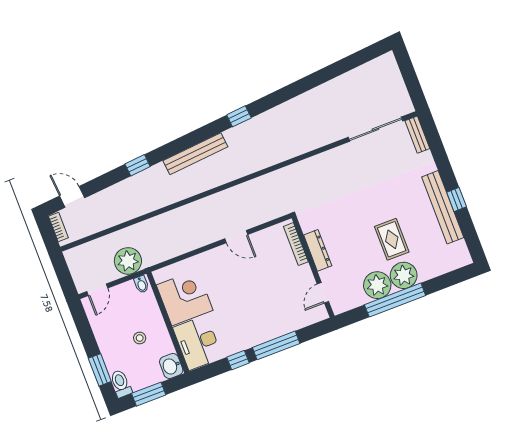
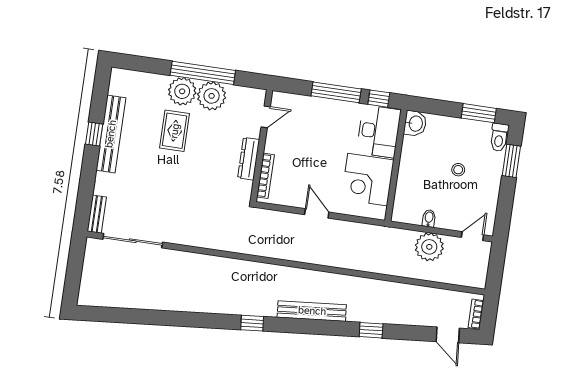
corner desk: (185, 298) -> (368, 180), moved
wall: (168, 323) -> (396, 165), moved
desk: (198, 343) -> (379, 131), moved
washbasin: (171, 366) -> (415, 123), moved

